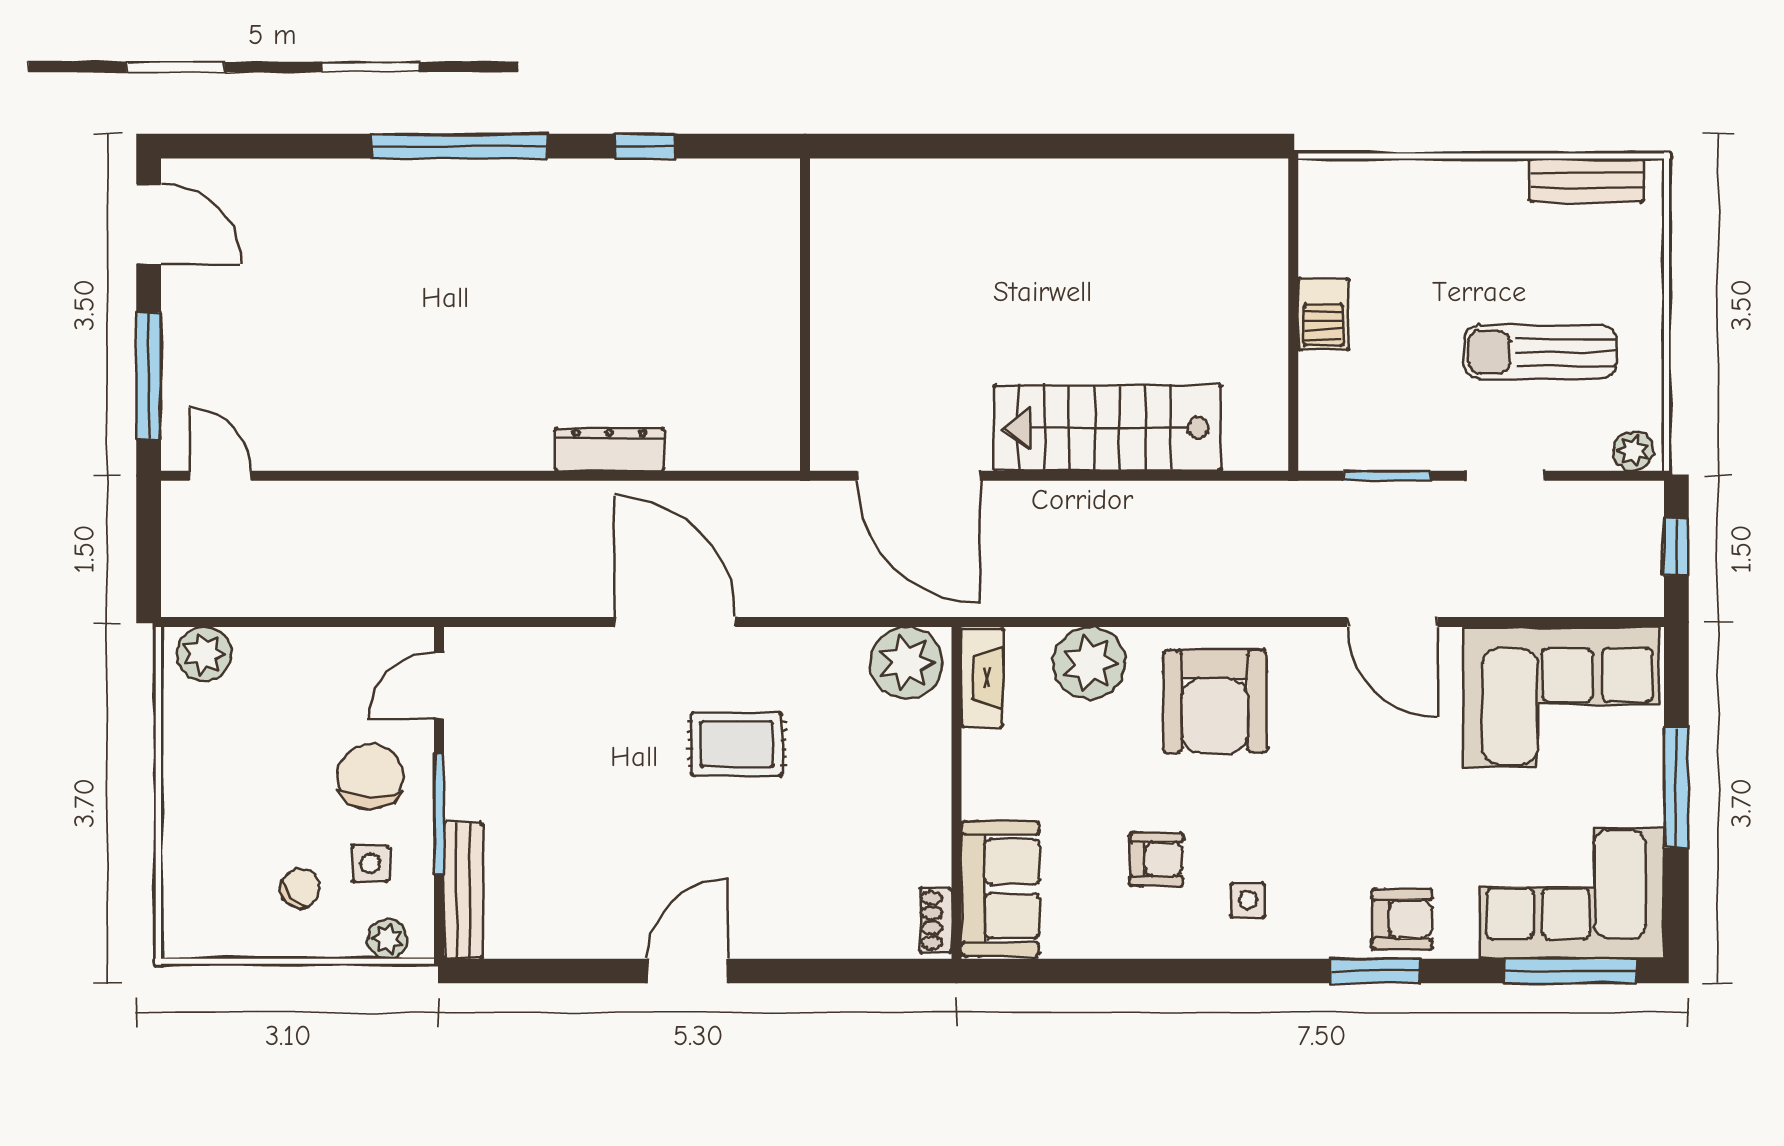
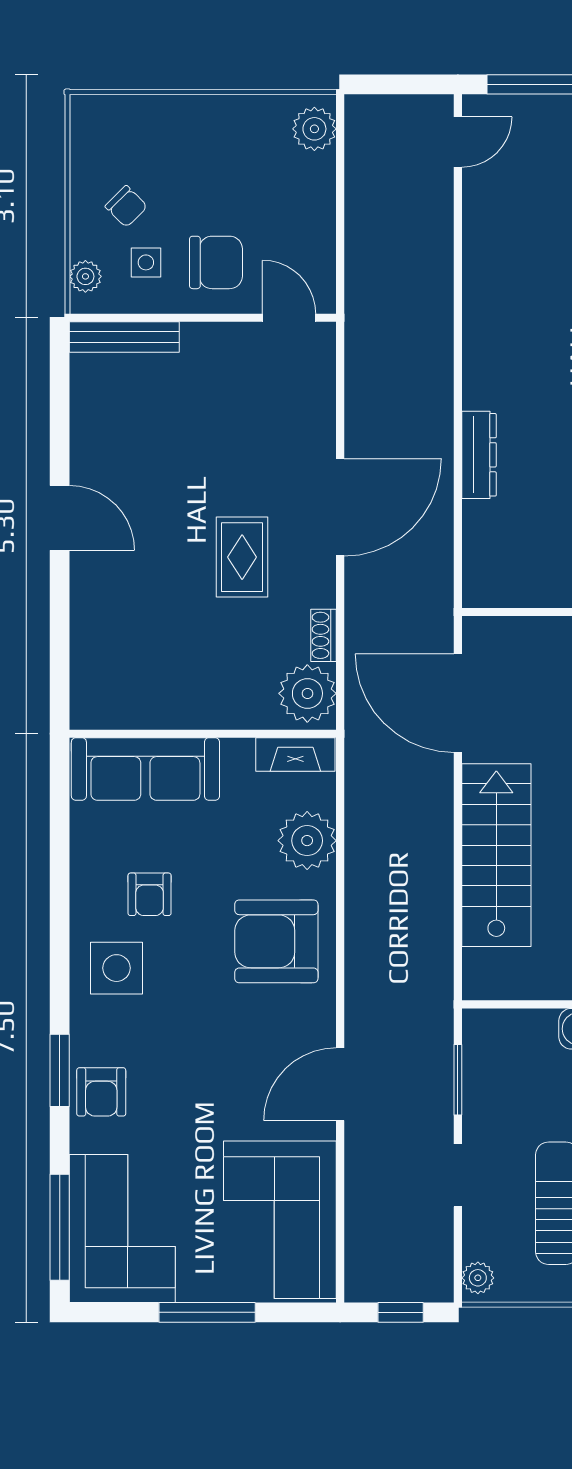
door: (919, 476) -> (458, 703), hinge flipped
window: (439, 814) -> (186, 318), removed
sofa: (1000, 889) -> (145, 769), width x1.36
side table: (1248, 900) -> (116, 968), width x1.87, depth x1.87
shoe rack: (936, 920) -> (324, 635), moved, turned -90

